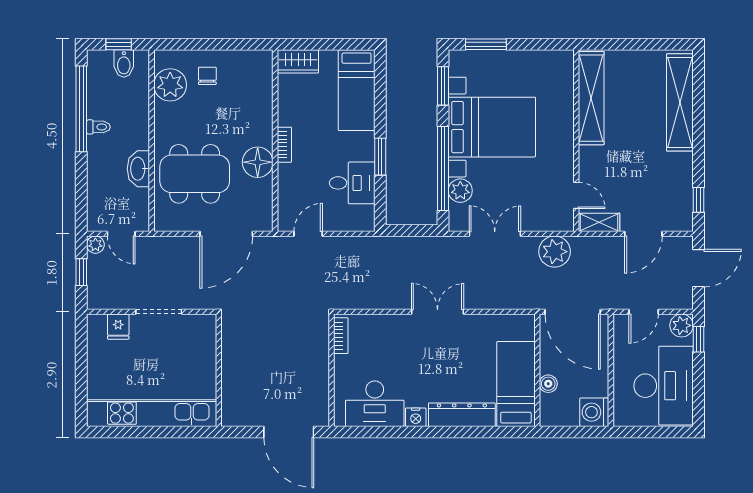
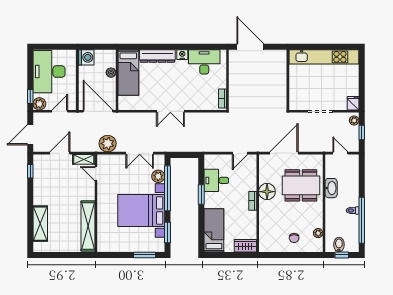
plant: (170, 85) -> (318, 233), width x0.53, depth x0.53
shelving: (680, 102) -> (40, 224), width x0.68
plant: (95, 245) -> (354, 120), moved
fridge: (118, 327) -> (353, 103), moved

